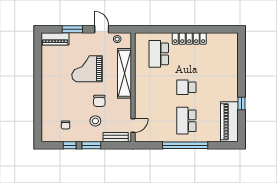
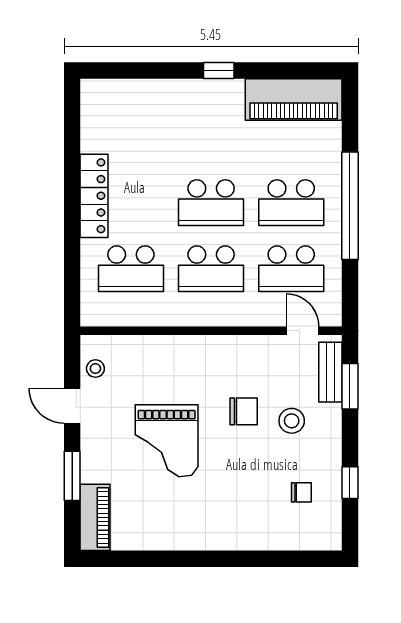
door: (102, 29) -> (72, 406), hinge flipped
shelving: (124, 73) -> (177, 351), removed
school desk: (159, 87) -> (211, 269), added
school desk: (186, 87) -> (211, 203), width x1.85
window: (242, 104) -> (219, 70), moved
school desk: (159, 121) -> (291, 269), added
window: (91, 145) -> (350, 386), moved

